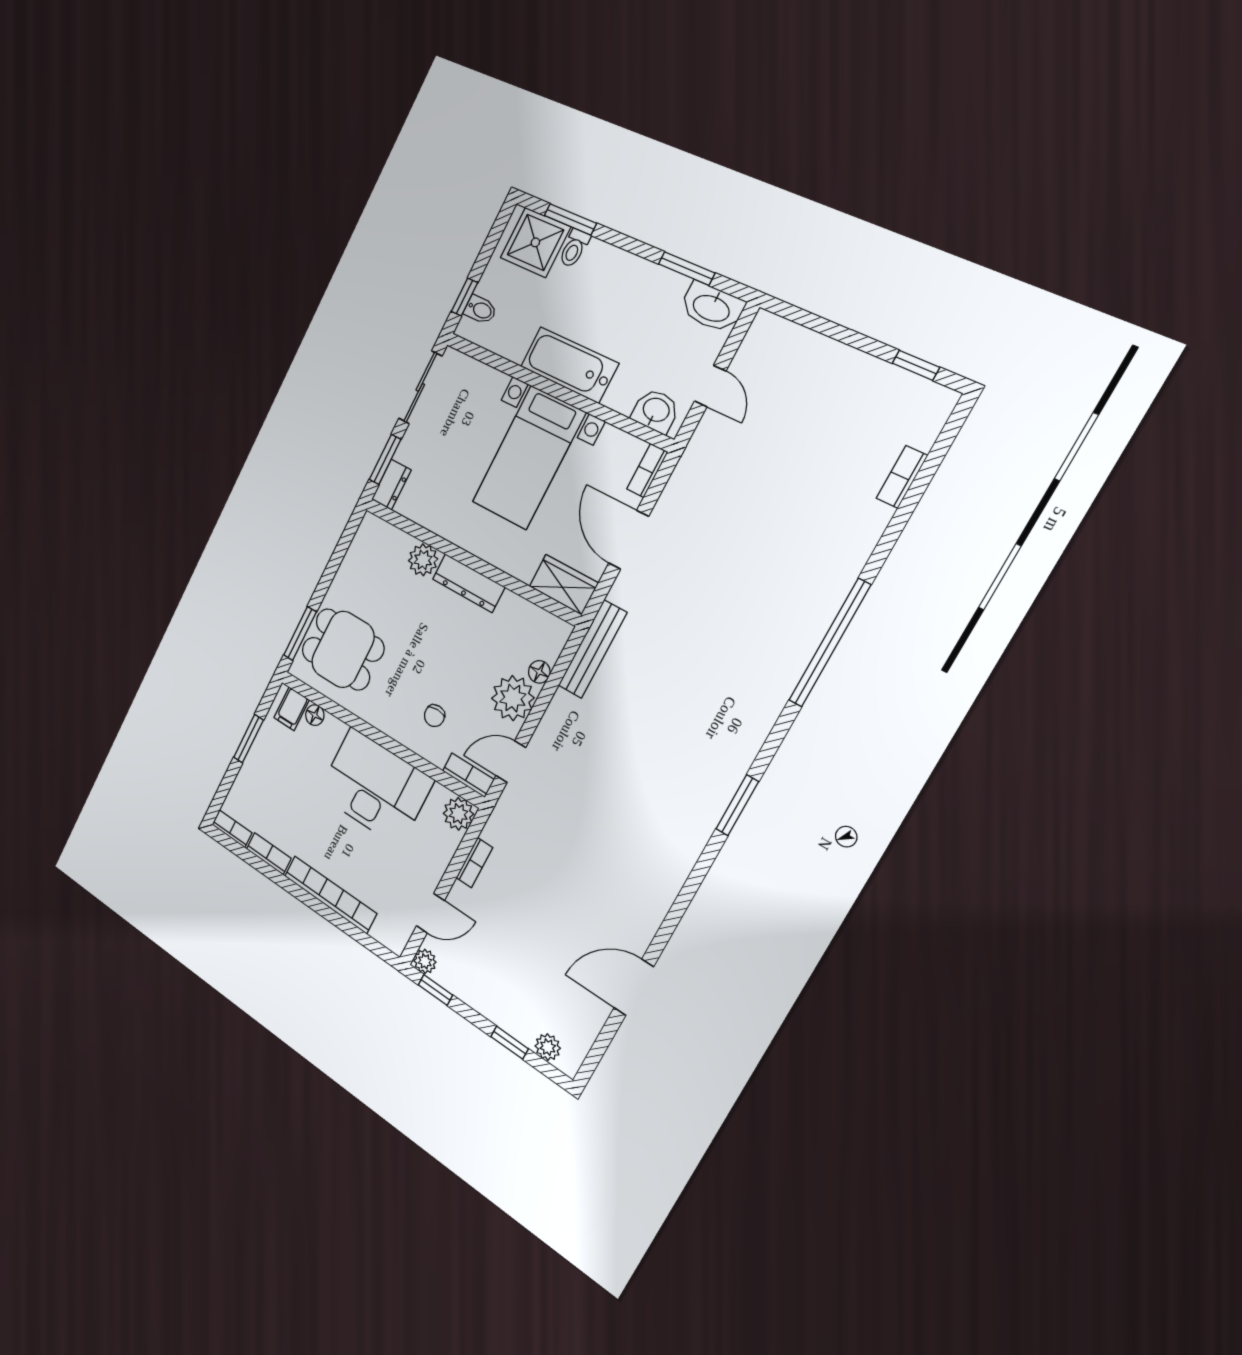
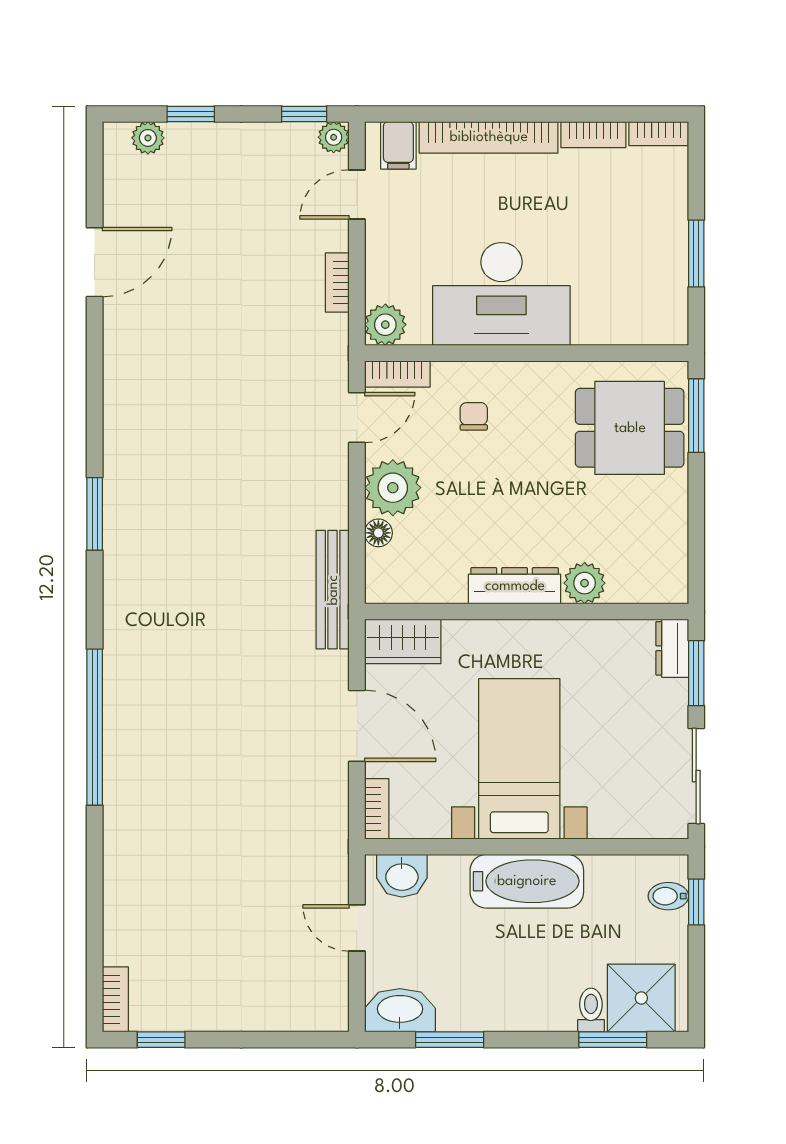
bookcase: (902, 477) -> (115, 999), moved
filing cabinet: (292, 709) -> (398, 145), moved, turned 180
floor lamp: (315, 715) -> (624, 332), removed

